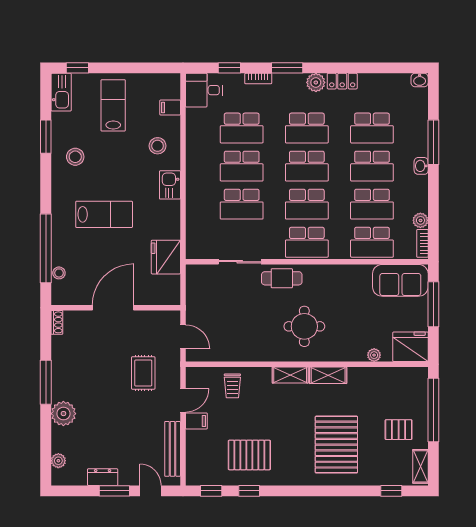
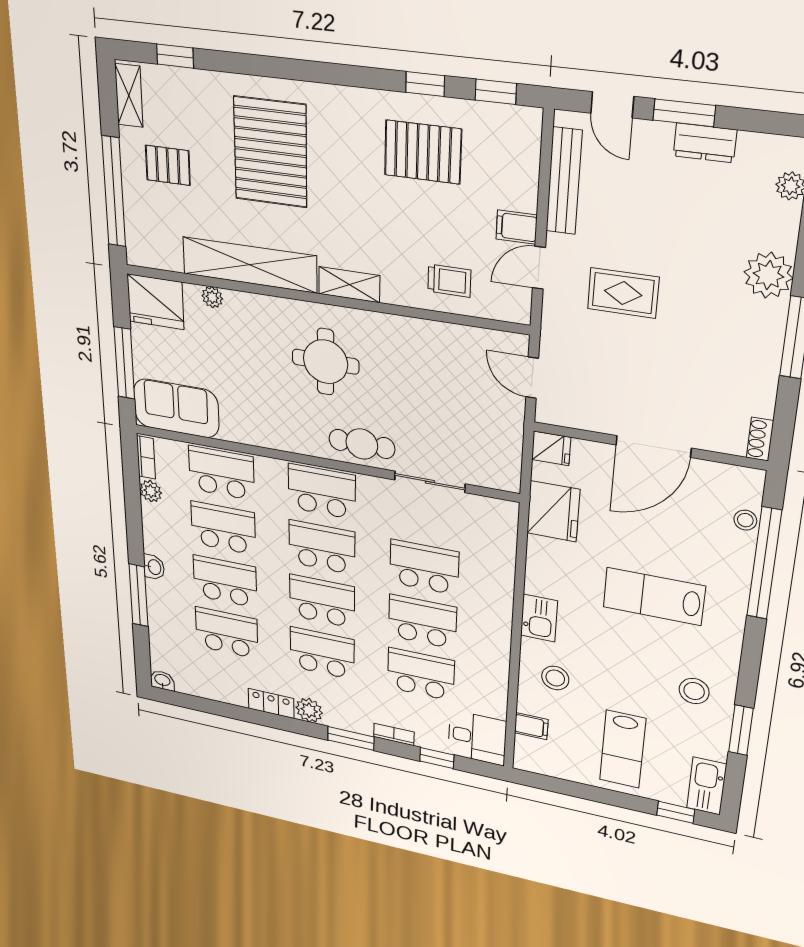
fridge: (170, 296) -> (551, 448), added
rug: (143, 373) -> (623, 293), moved, turned 90
shelving: (328, 375) -> (250, 265), width x2.20, depth x1.33
trolley: (232, 386) -> (449, 281), turned 90

